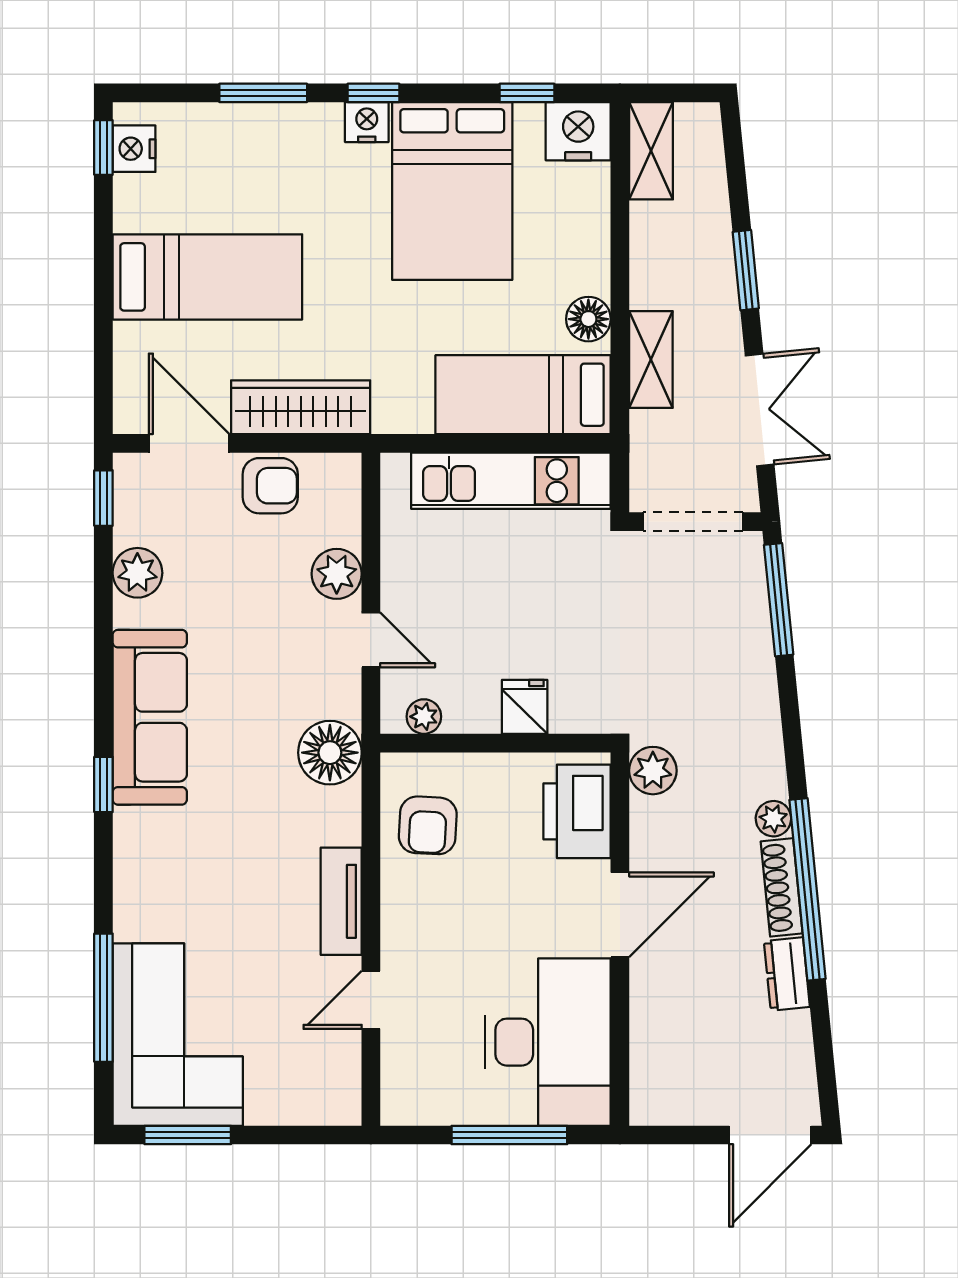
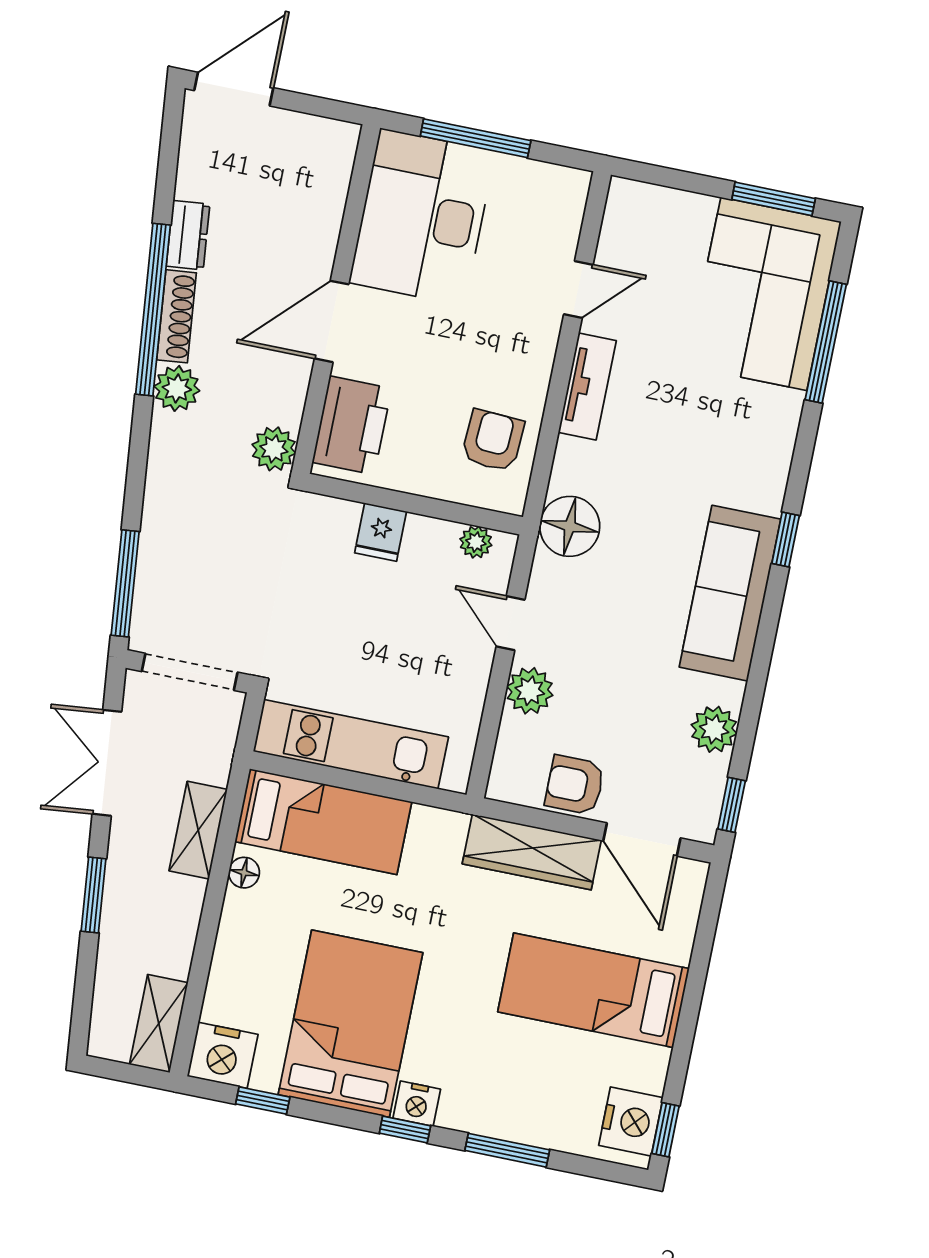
nightstand: (134, 149) -> (631, 1121), width x1.36, depth x1.33
floor lamp: (588, 319) -> (244, 873), width x0.73, depth x0.73
plant: (773, 819) -> (177, 388), width x1.38, depth x1.38

